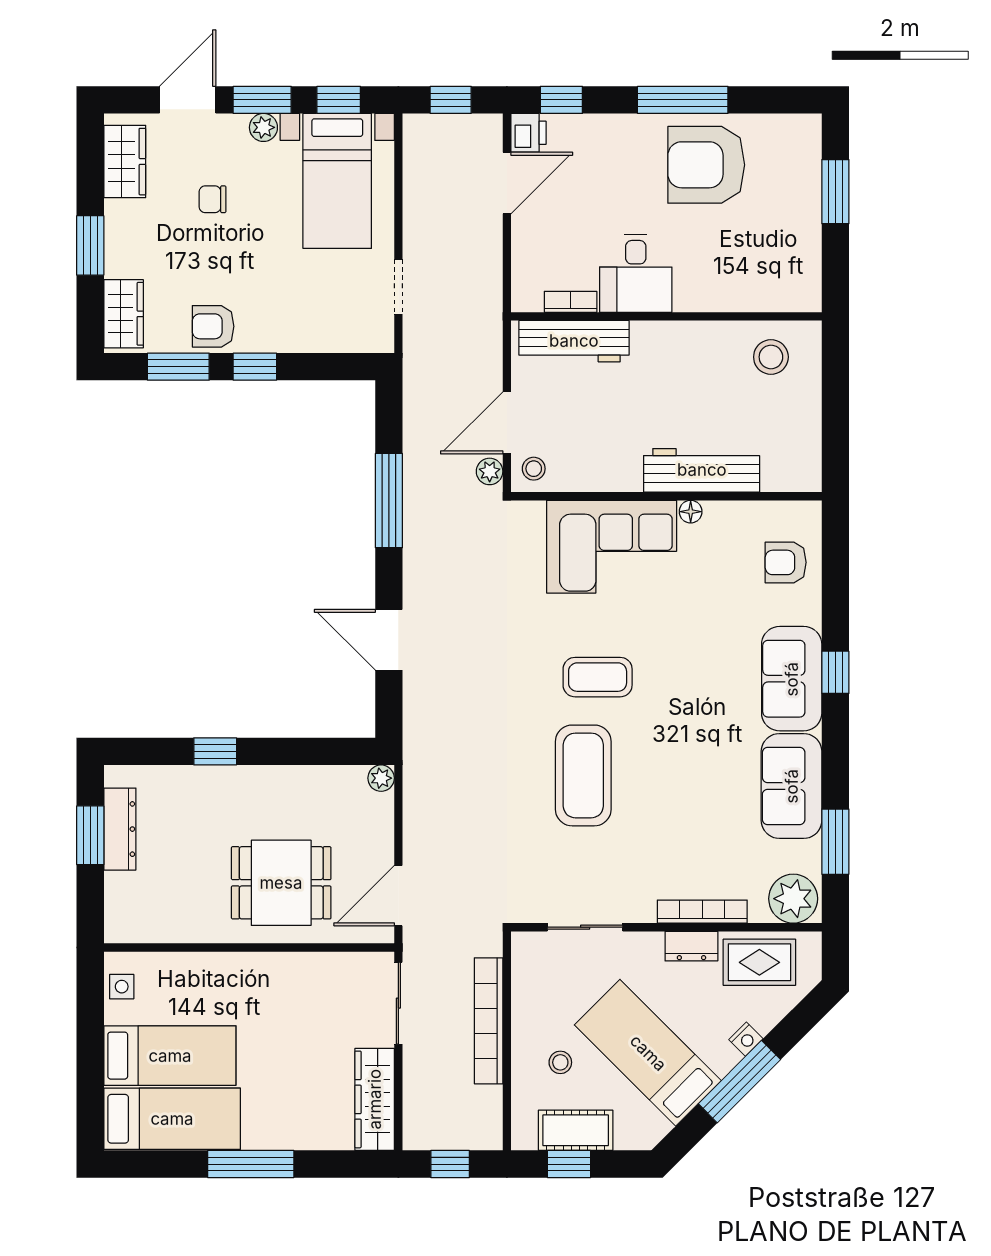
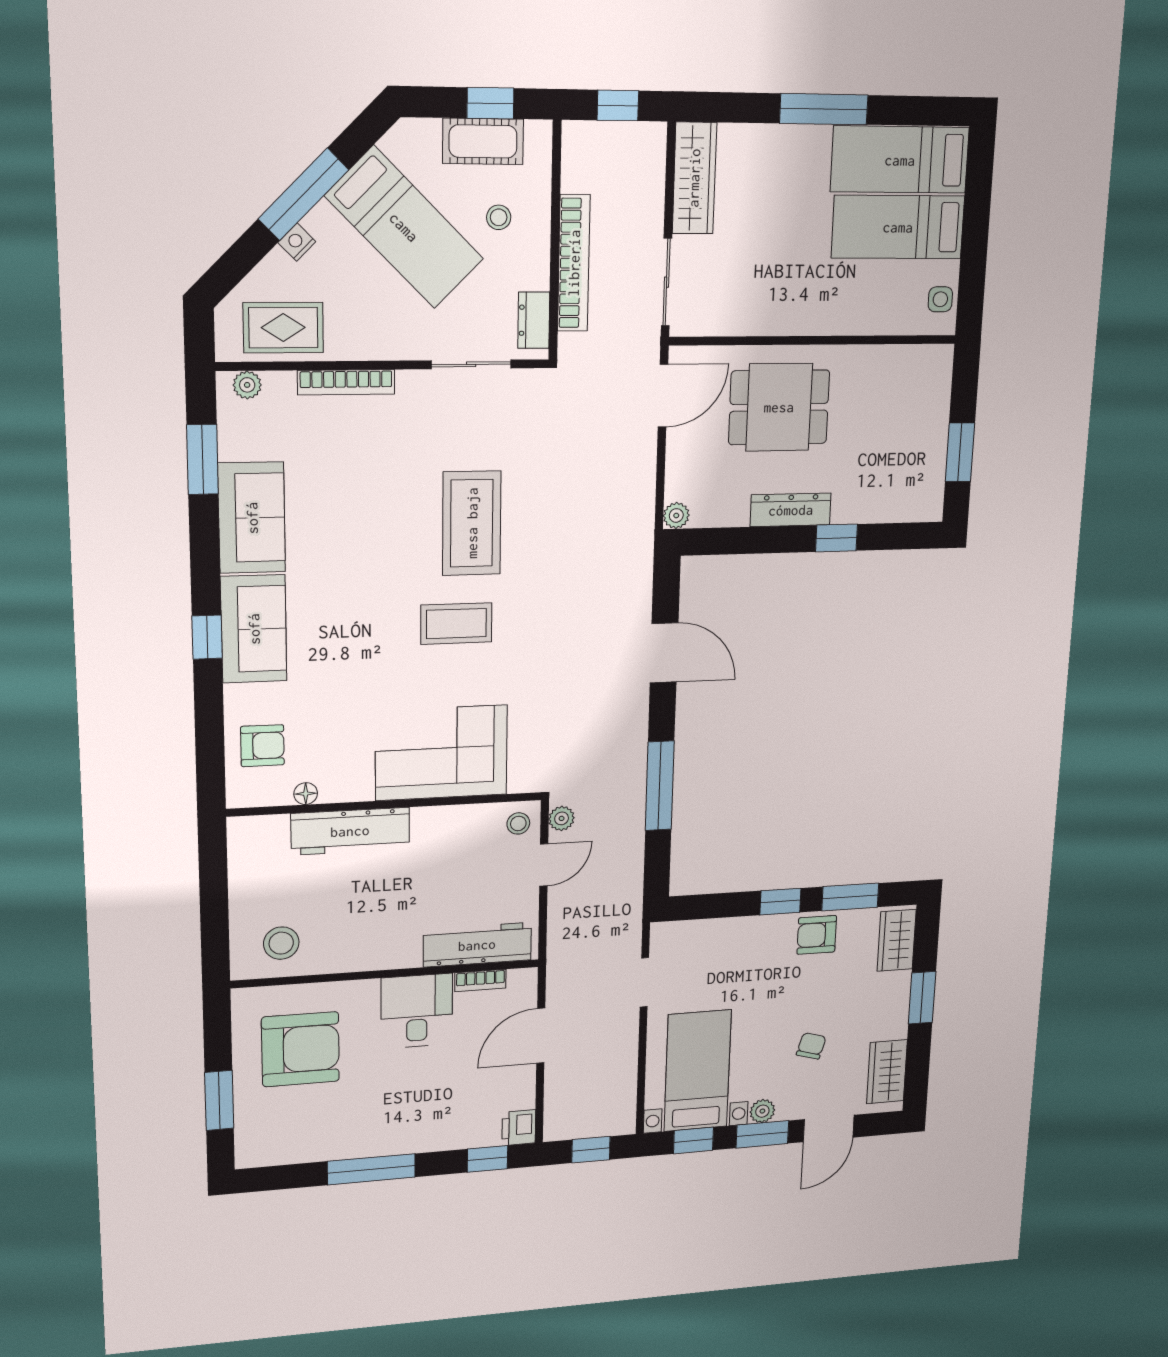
armchair: (706, 165) -> (300, 1049), moved
door: (507, 183) -> (541, 1036), moved
chair: (212, 199) -> (811, 1046), turned -74
armchair: (213, 326) -> (817, 935), turned 180
door: (507, 423) -> (544, 865), width x0.73
floor lamp: (691, 512) -> (306, 794), moved
dresser: (120, 829) -> (791, 510), moved, turned 90
plant: (793, 899) -> (247, 385), width x0.53, depth x0.53
dresser: (691, 946) -> (534, 320), moved, turned -90

